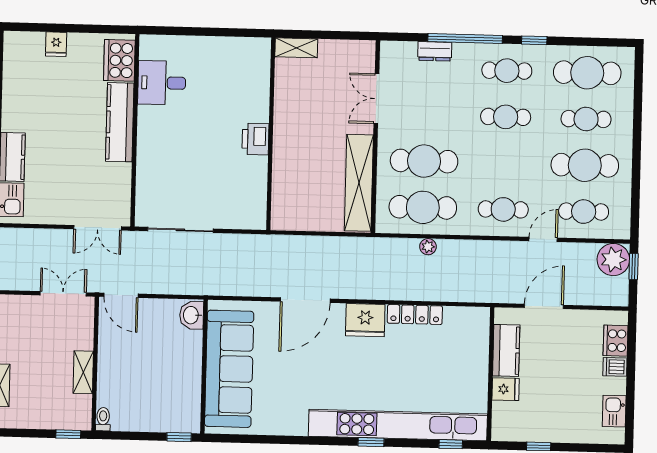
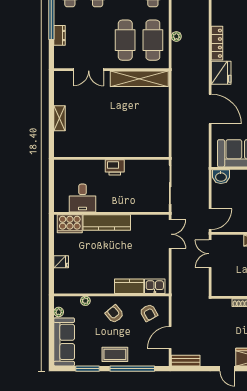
wall: (271, 134) -> (111, 158), moved
printer: (256, 139) -> (115, 167), moved

